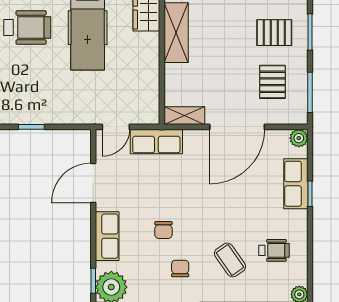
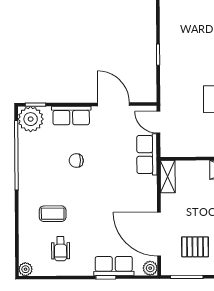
door: (237, 127) -> (159, 234), moved
coffee table: (230, 260) -> (53, 214), turned 35
chair: (180, 268) -> (46, 174), removed

